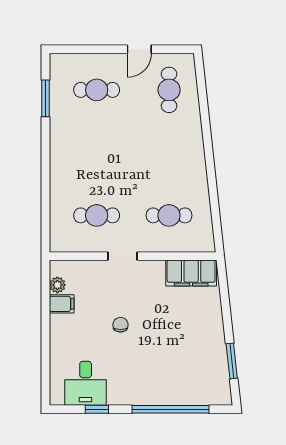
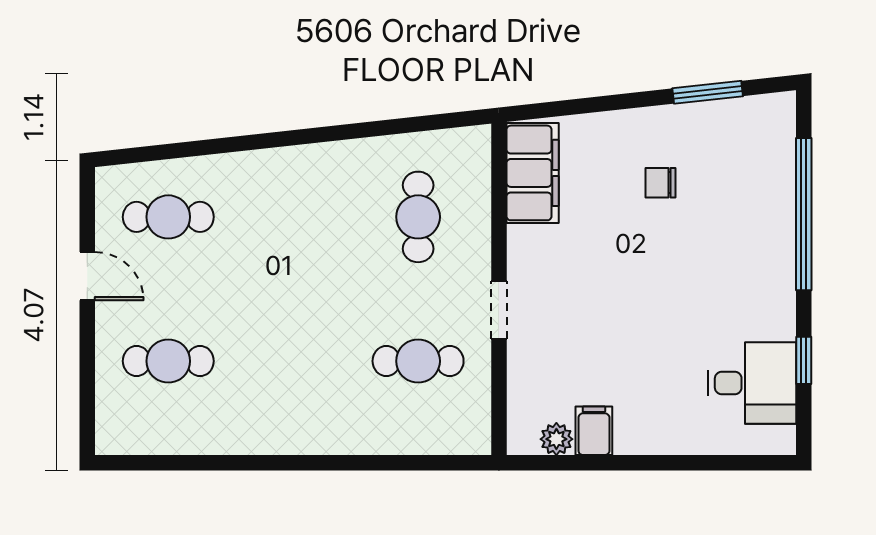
cafe table: (97, 90) -> (168, 361), turned 90
window: (45, 98) -> (185, 463), removed
cafe table: (97, 215) -> (418, 361), turned 90
chair: (120, 325) -> (661, 183), moved

